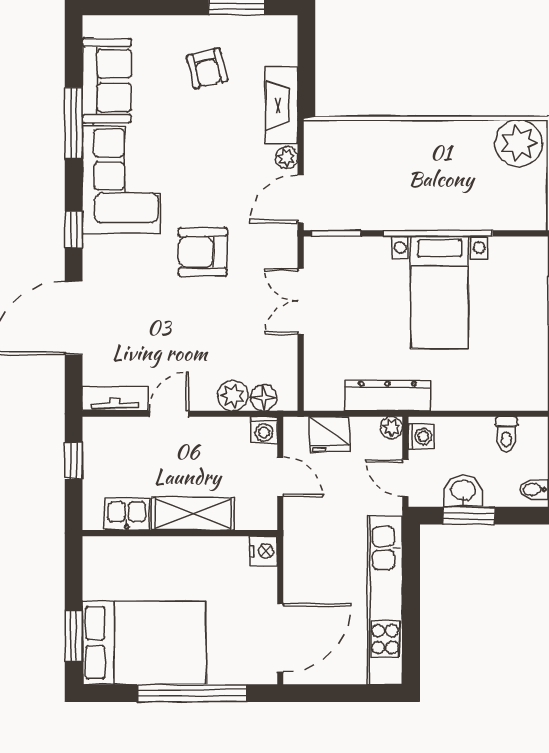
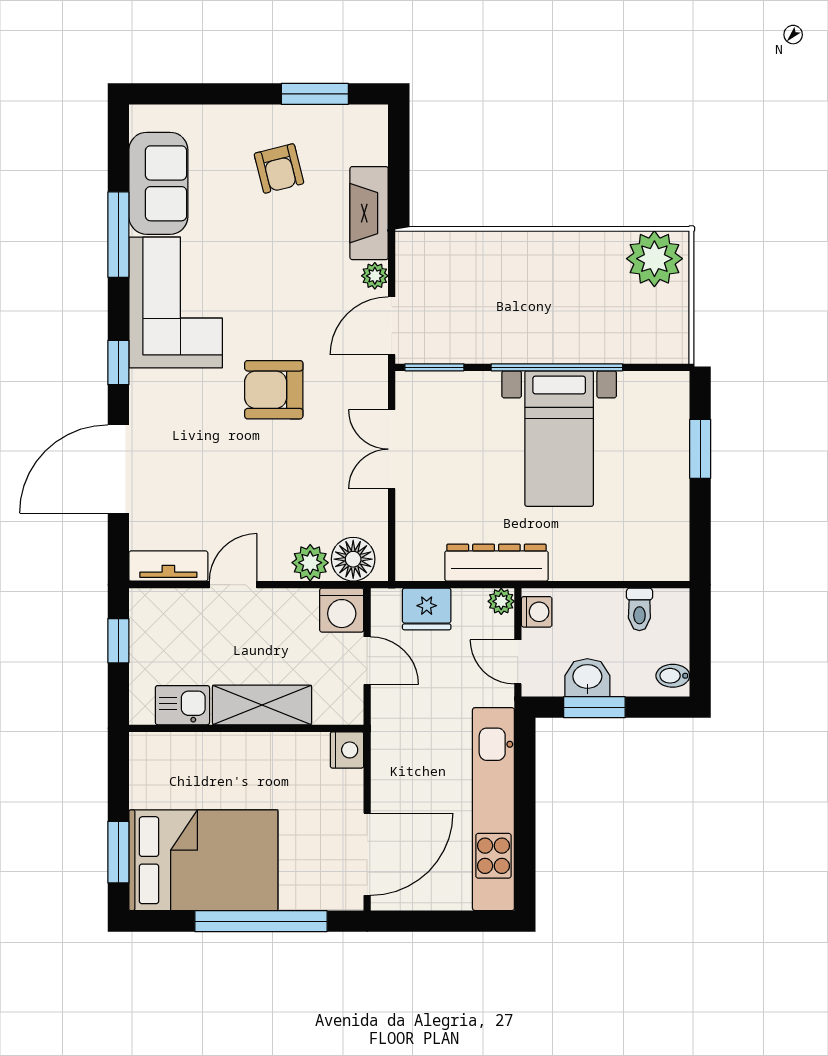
floor lamp: (264, 398) -> (353, 559), width x1.38, depth x1.38
washing machine: (264, 430) -> (342, 610), width x1.38, depth x1.38

